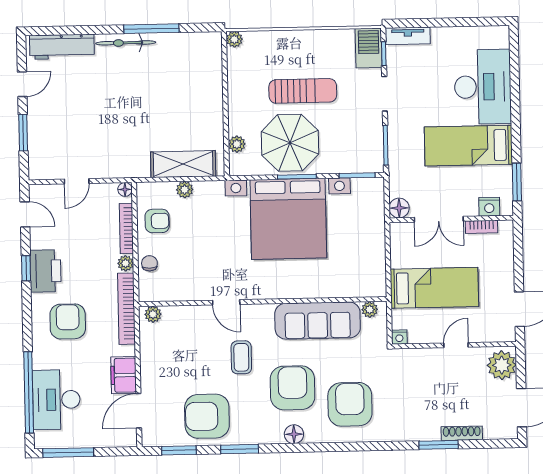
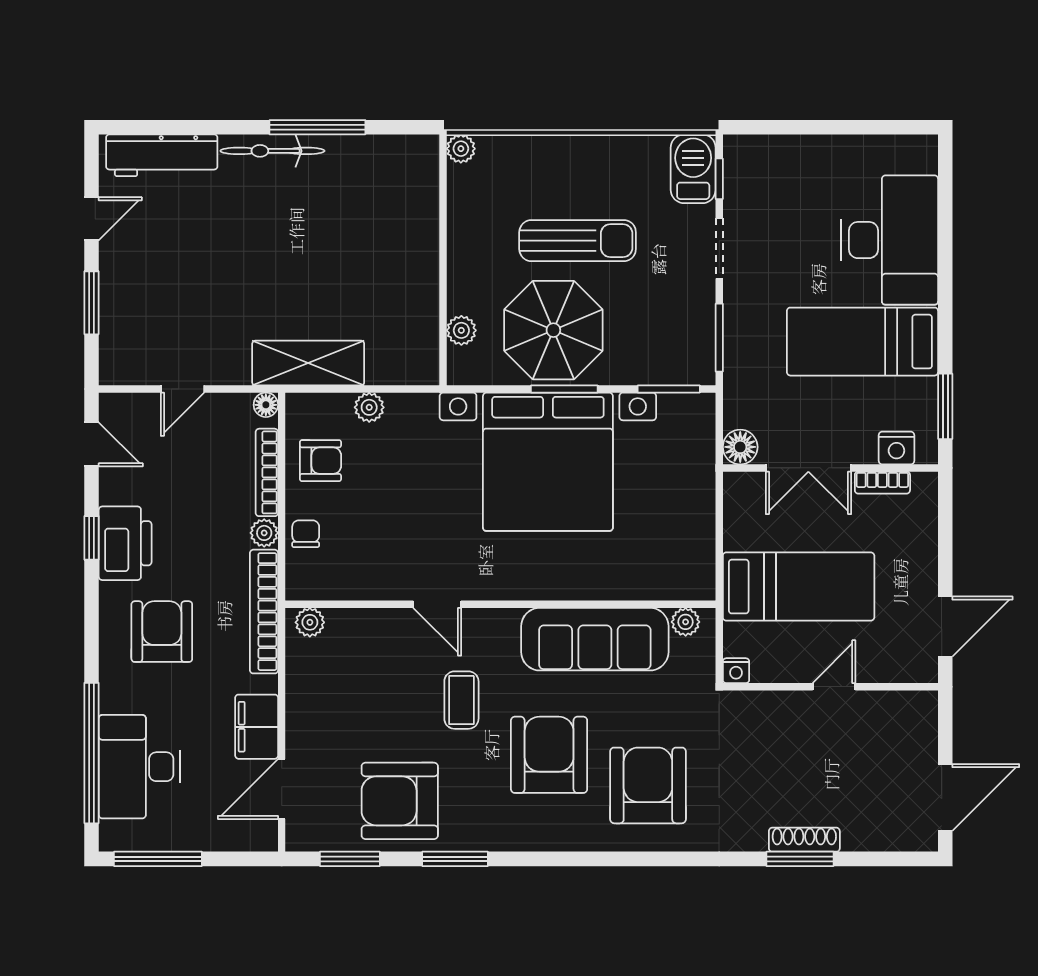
tv unit: (408, 36) -> (762, 149), removed
shelving: (183, 164) -> (308, 363), moved
plant: (502, 365) -> (912, 723), removed
shoe rack: (462, 433) -> (804, 840), moved
floor lamp: (294, 434) -> (550, 835), removed

